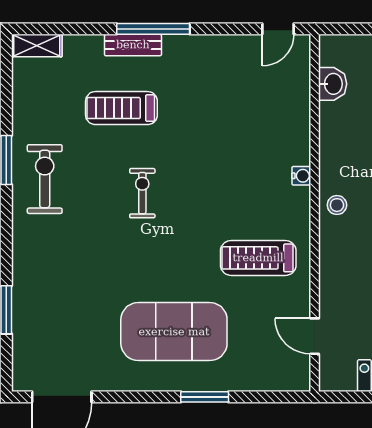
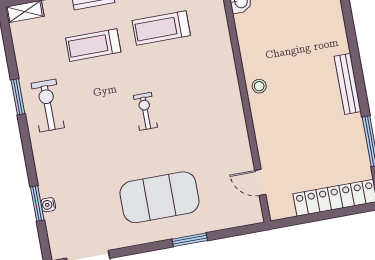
water cooler: (301, 176) -> (48, 205), moved, turned 180
exercise bike: (142, 193) -> (145, 111), moved
treadmill: (258, 258) -> (161, 28), moved

